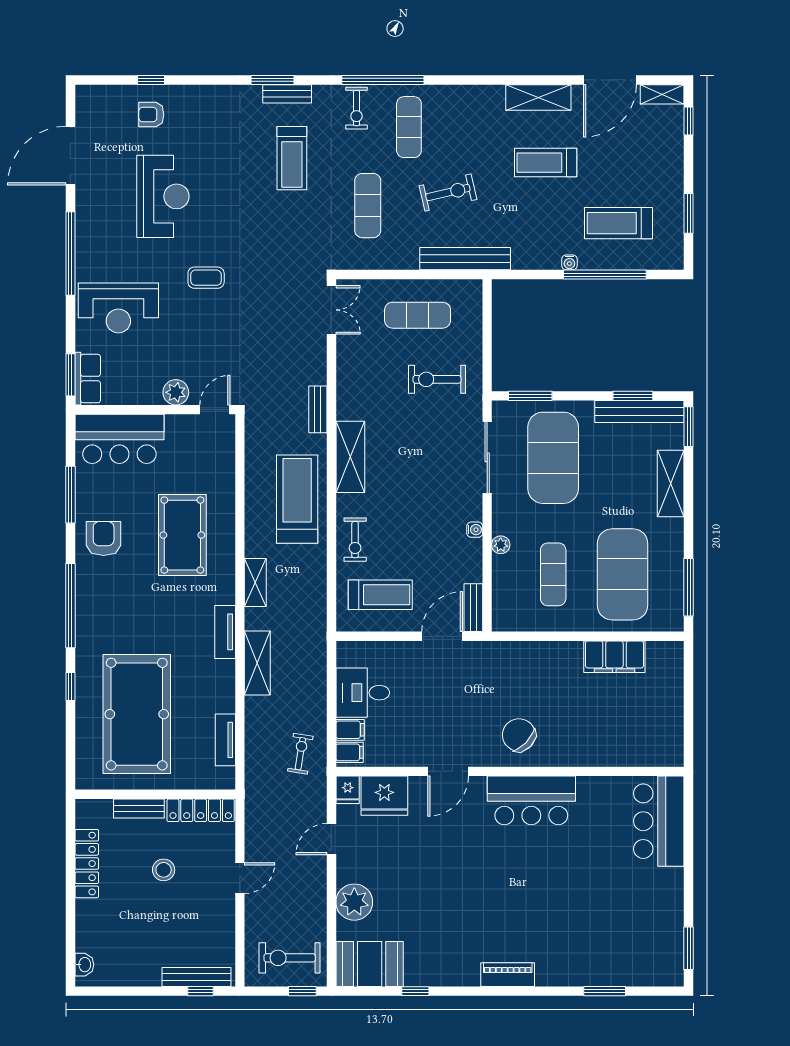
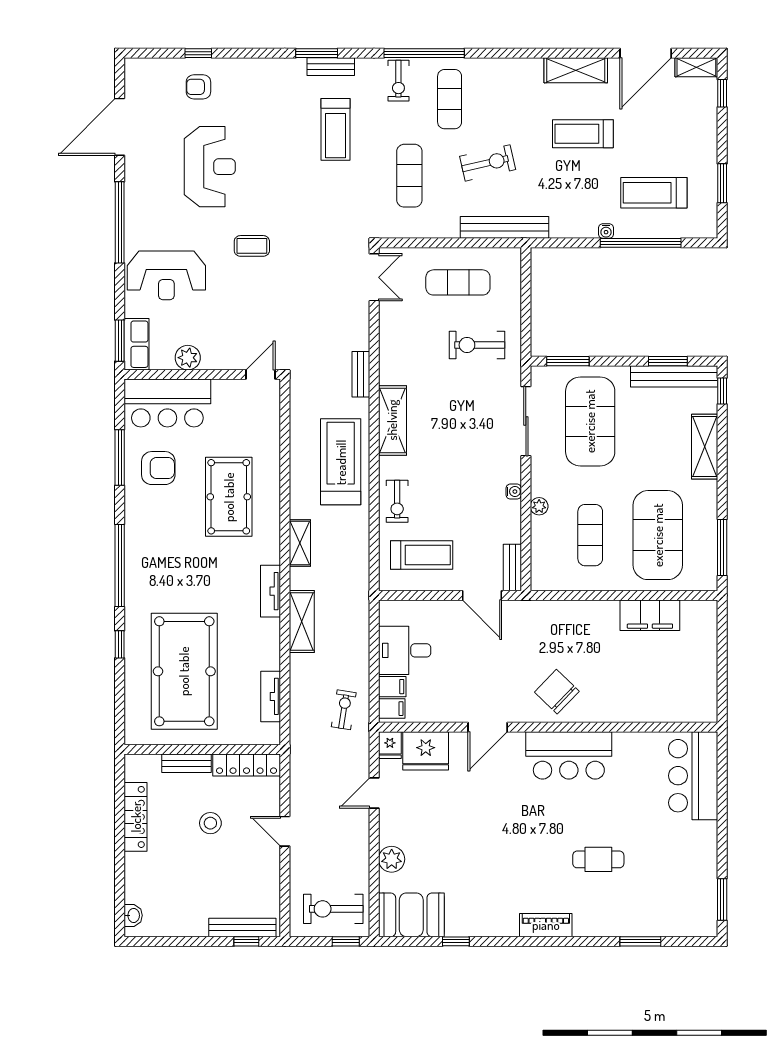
plant: (176, 392) -> (188, 358), moved
window: (689, 427) -> (722, 391), width x0.67
armchair: (104, 538) -> (158, 468), moved, turned 90
door: (442, 636) -> (482, 595), swing flipped
door: (240, 878) -> (285, 831), swing flipped
plant: (354, 902) -> (392, 859), width x0.73, depth x0.73
cafe table: (561, 907) -> (598, 859), added

